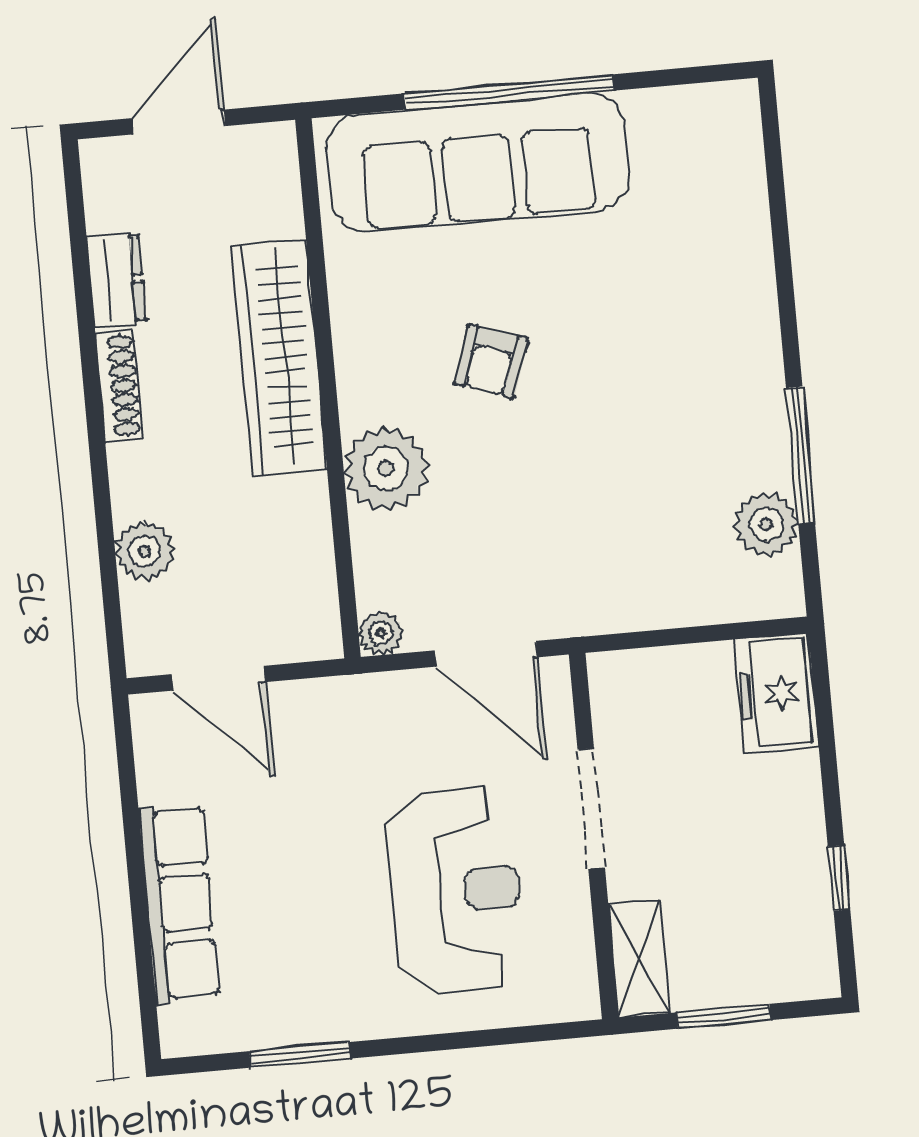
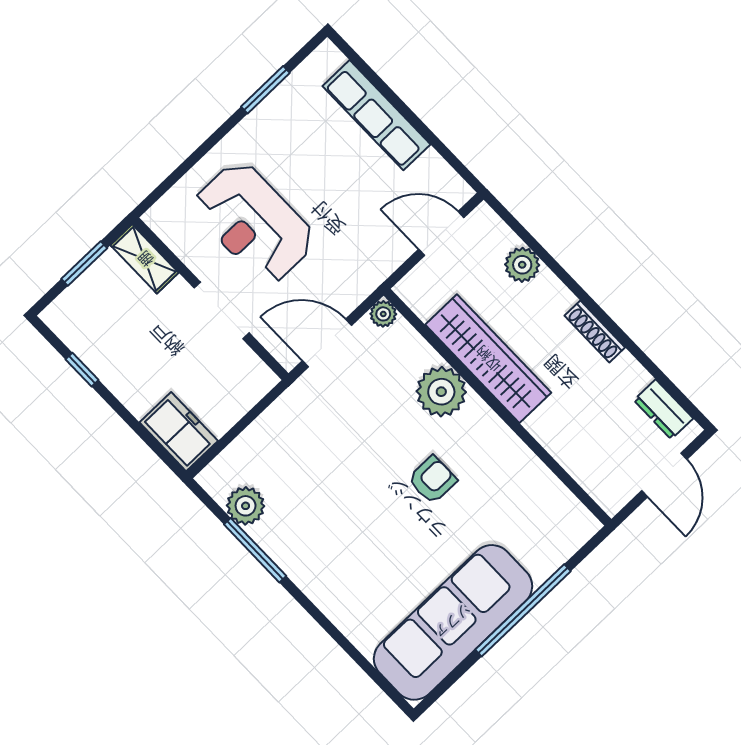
sofa: (477, 163) -> (453, 622), moved
dresser: (116, 280) -> (663, 409), moved
wardrobe: (279, 357) -> (488, 359), moved
armchair: (491, 361) -> (432, 480), turned 71

